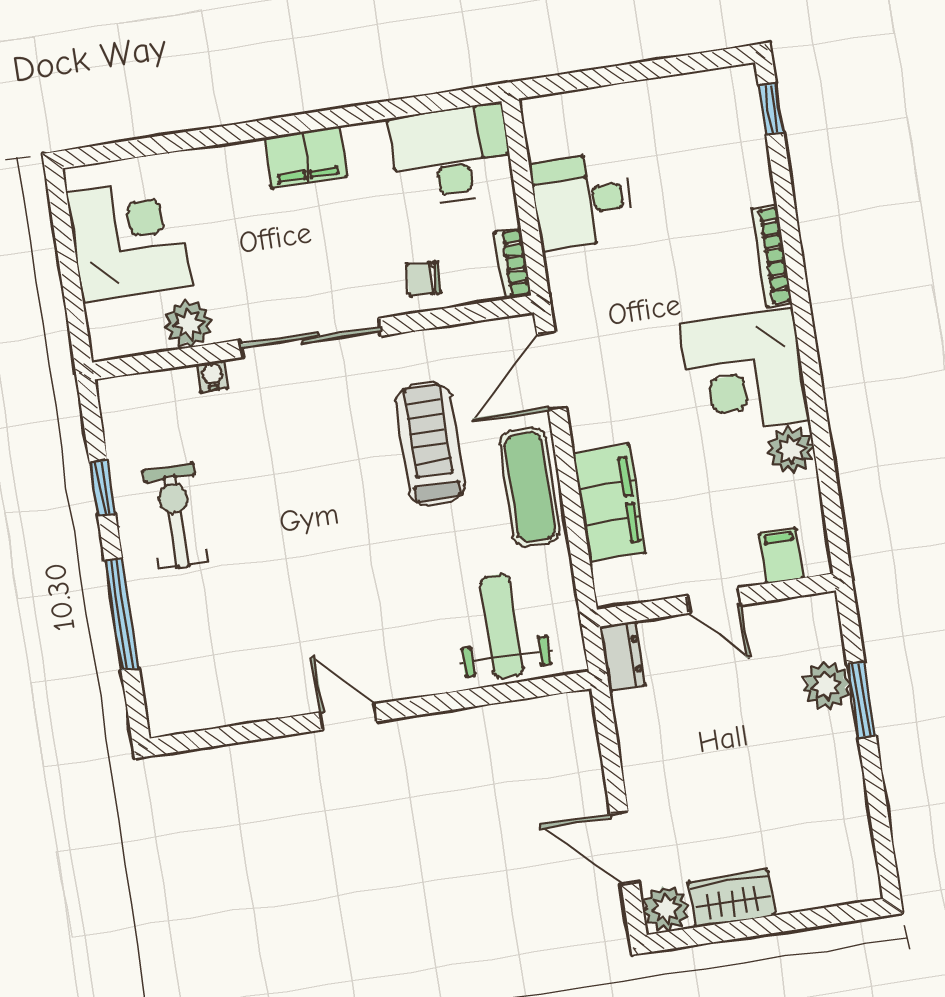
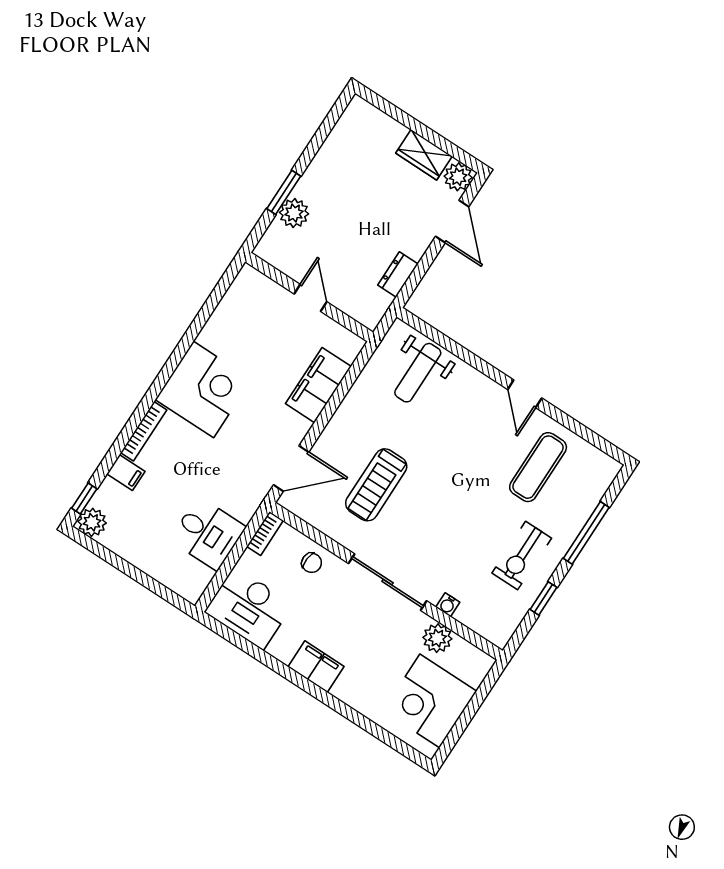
plant: (791, 450) -> (92, 522), moved
exercise mat: (530, 487) -> (538, 467), moved
filing cabinet: (781, 556) -> (126, 473), moved, turned -90
dresser: (622, 656) -> (398, 275), moved

